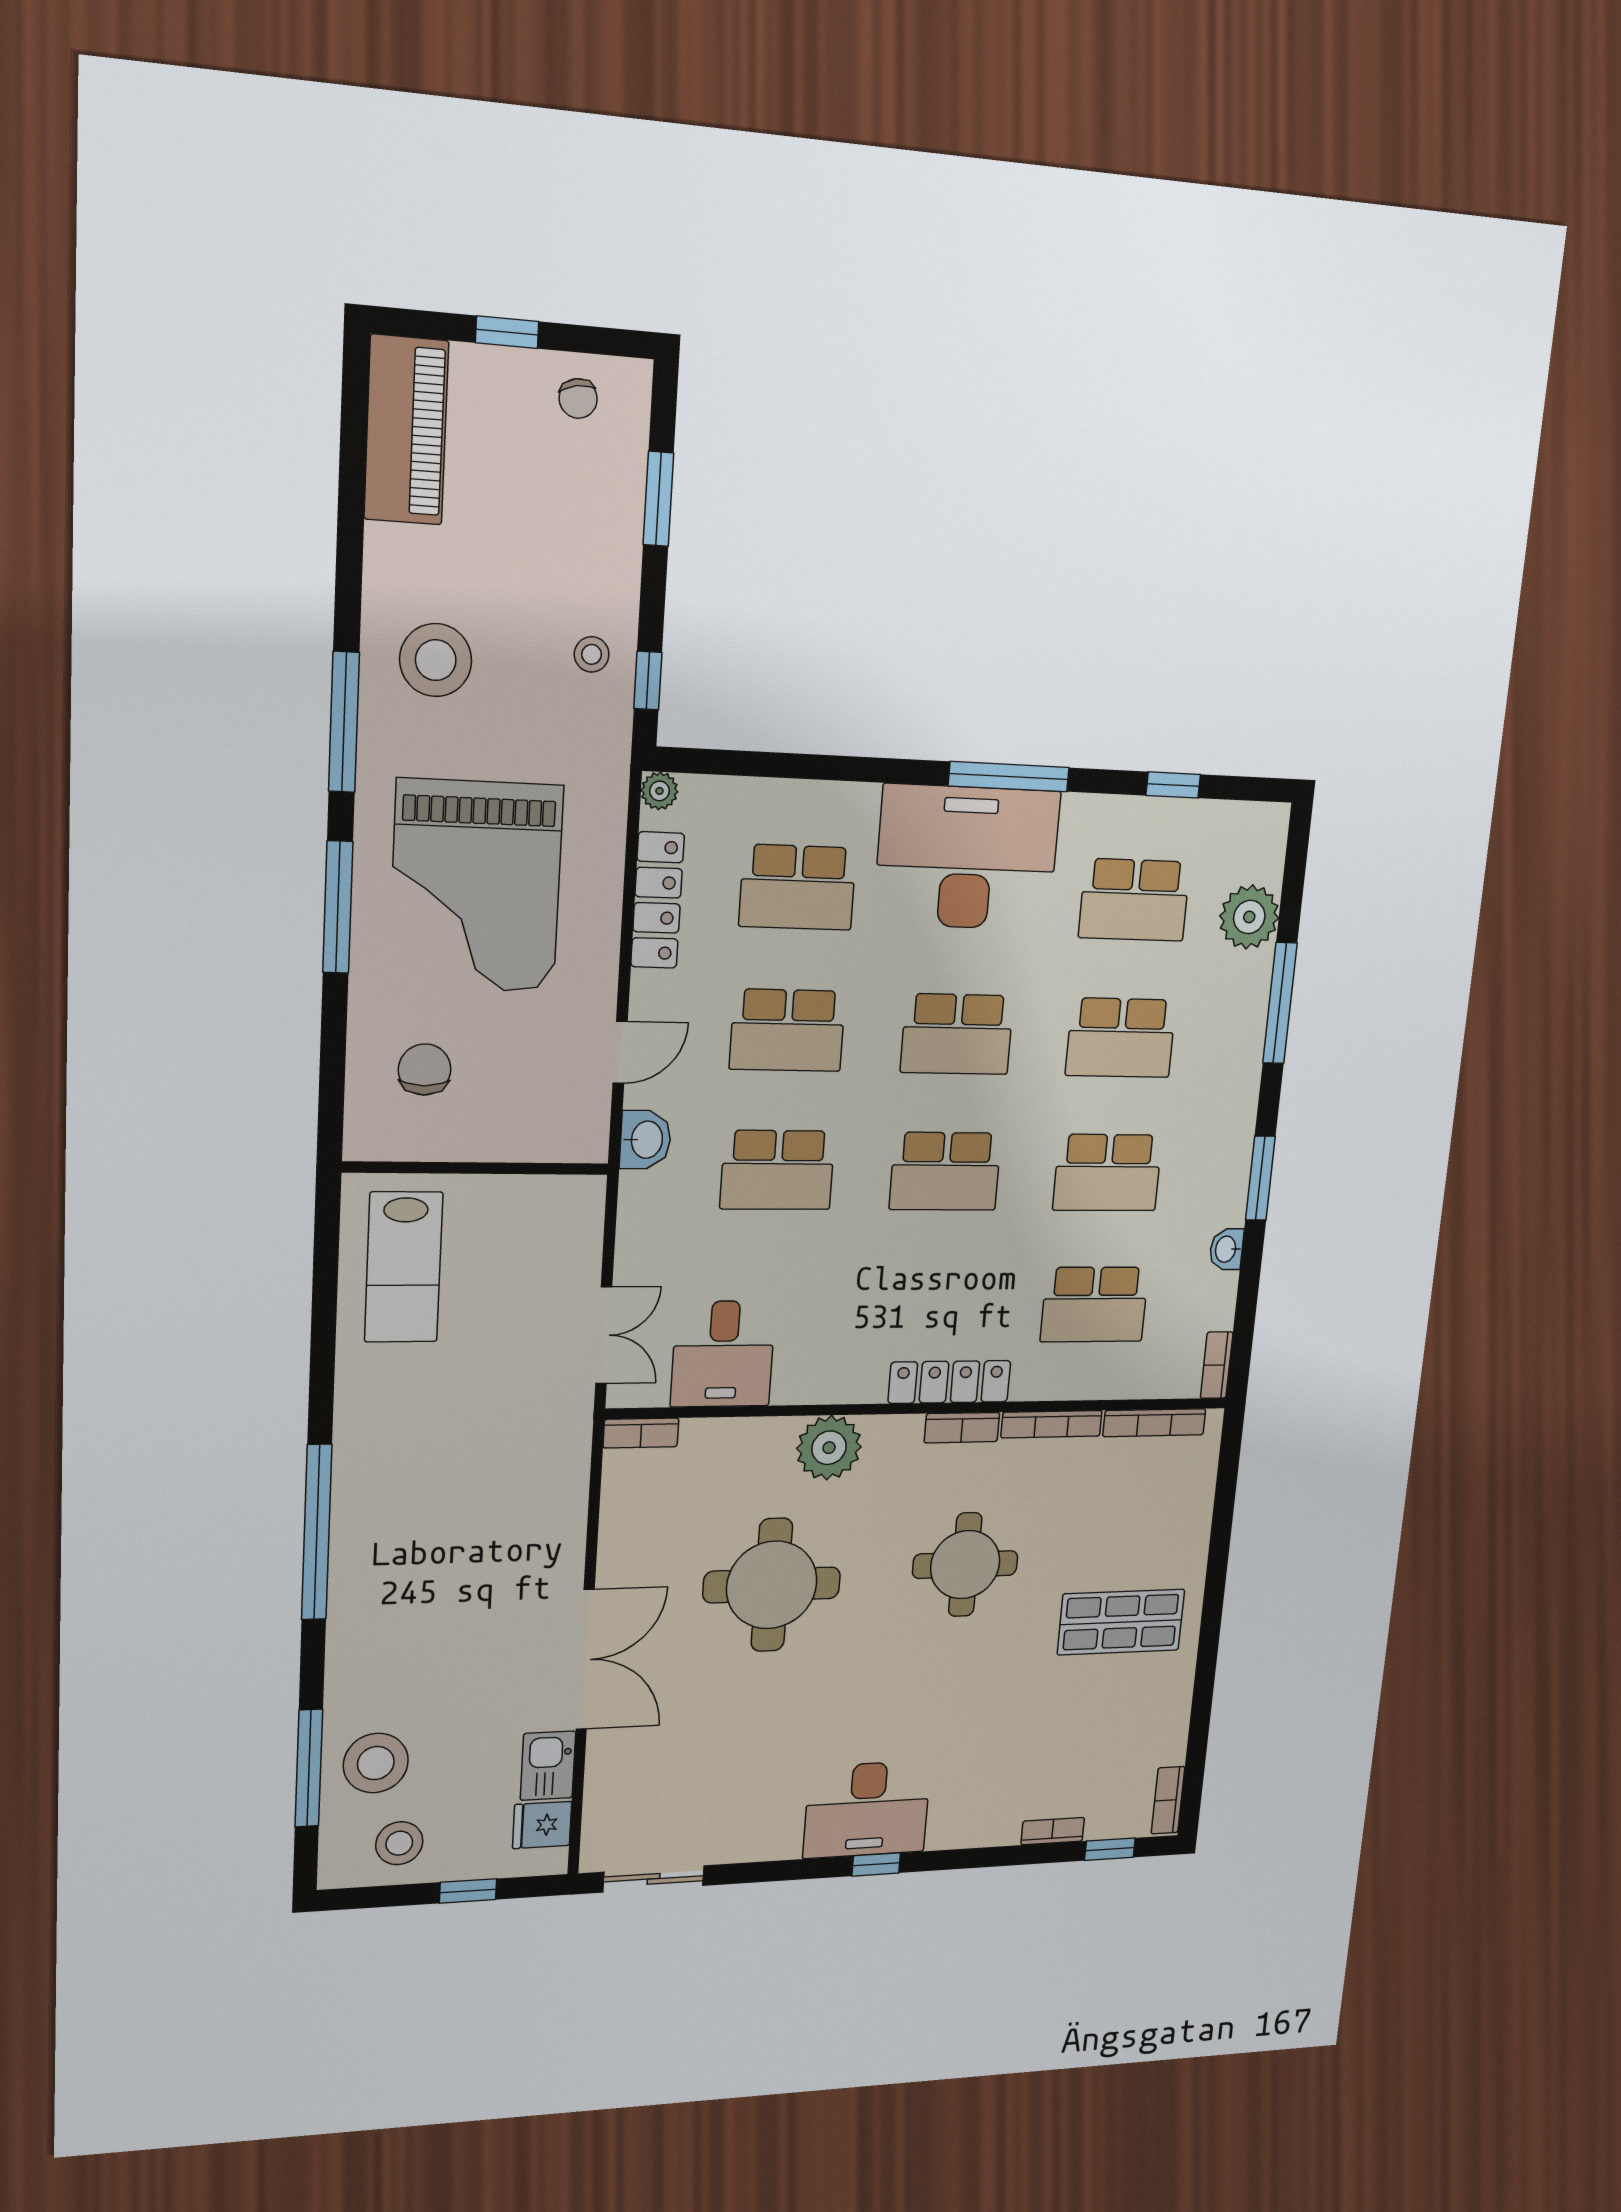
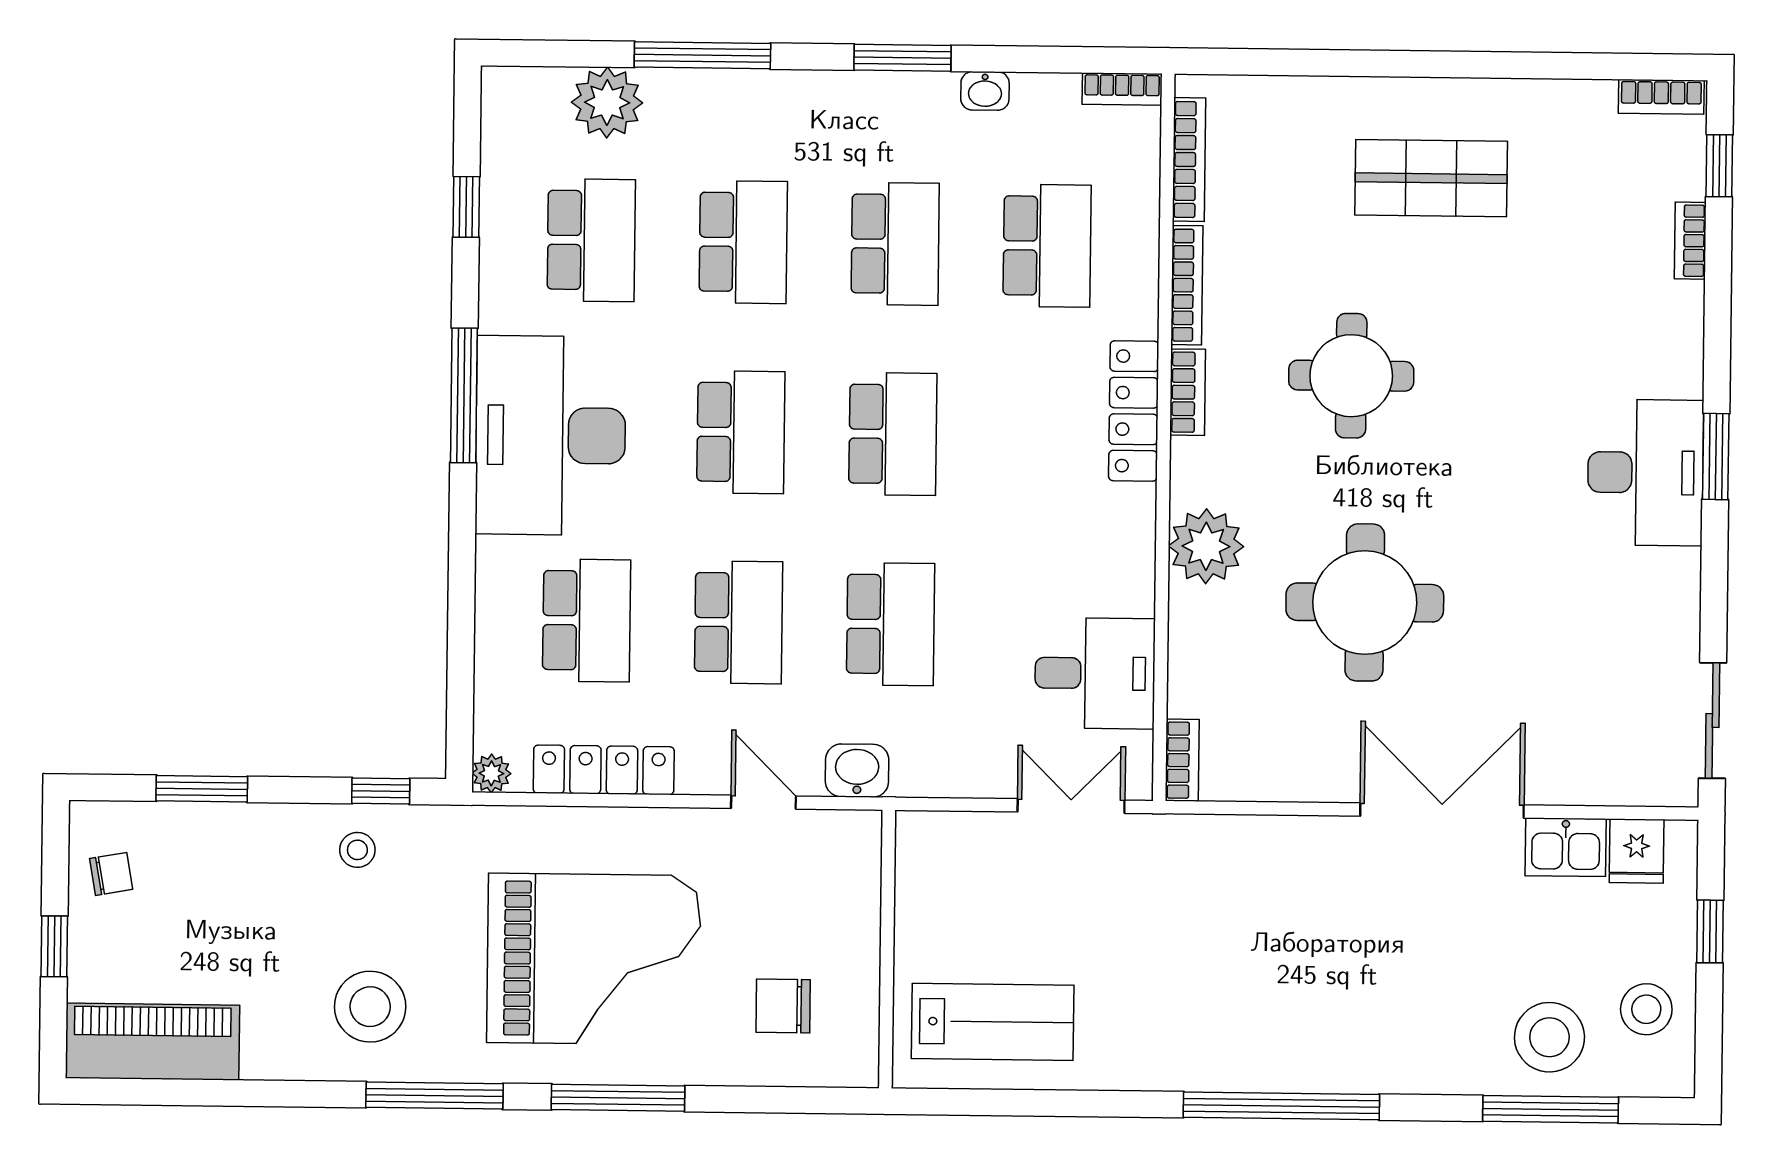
shop shelf: (1121, 1622) -> (1431, 178), turned 90
window: (876, 1864) -> (1716, 457), width x1.50

